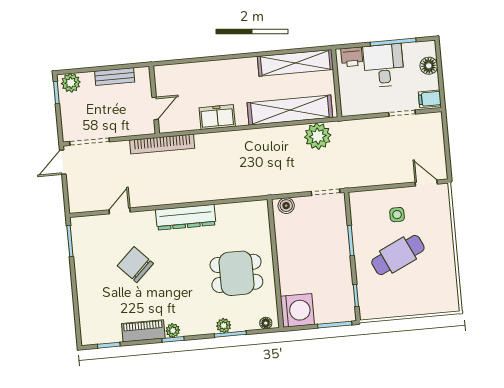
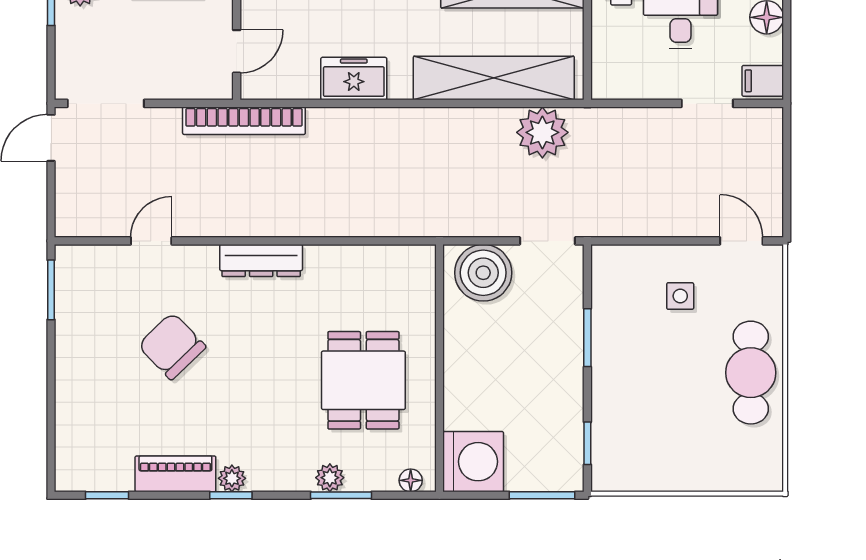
boiler: (286, 206) -> (483, 273), width x1.86, depth x1.86
dresser: (186, 217) -> (261, 260), width x0.73, depth x0.80
cafe table: (398, 255) -> (751, 373), moved, turned -65
dining table: (236, 273) -> (363, 380), turned 90

